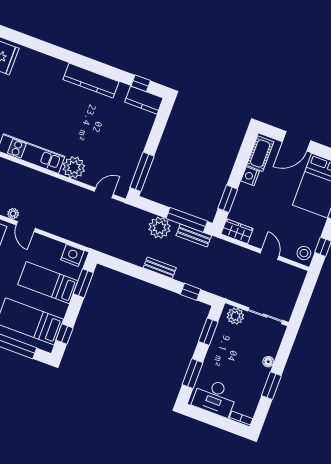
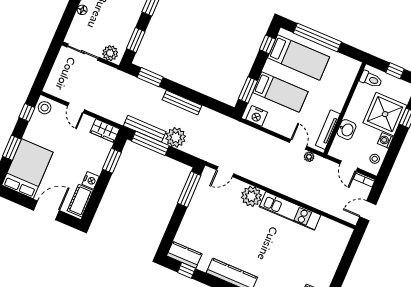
bench: (194, 235) -> (145, 129), width x1.36
bench: (160, 268) -> (182, 103), width x1.36
window: (191, 292) -> (150, 77), width x1.50

